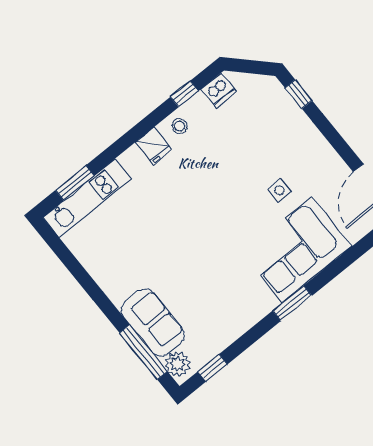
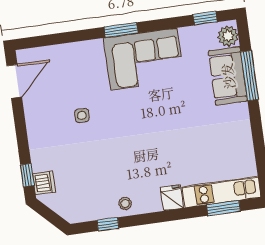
dishwasher: (218, 91) -> (44, 183), moved, turned 90
fridge: (154, 146) -> (172, 198), moved
corner sofa: (297, 250) -> (144, 59), moved
window: (144, 352) -> (249, 76), moved

